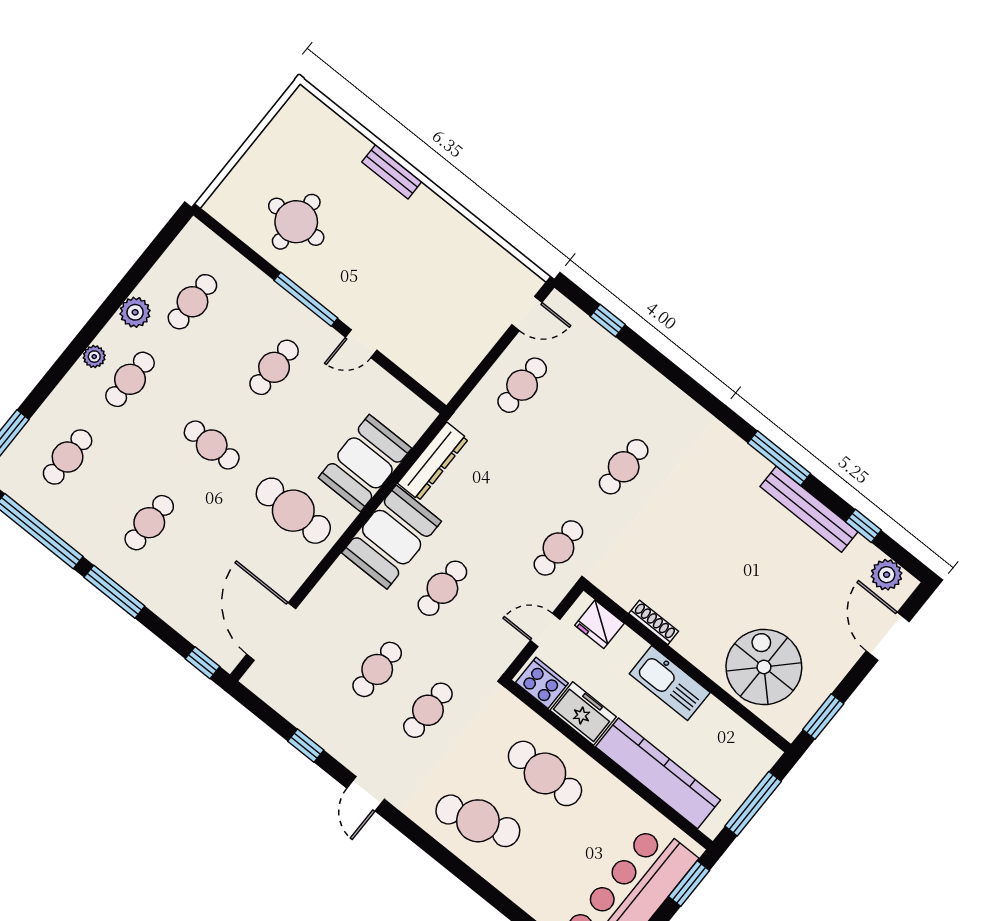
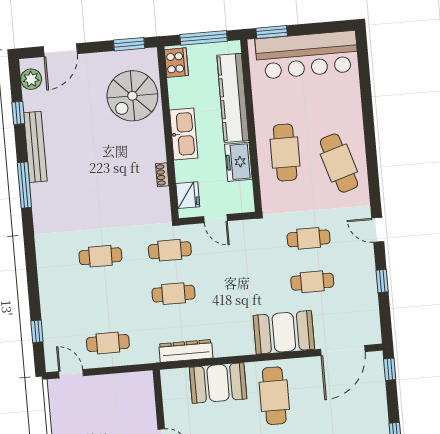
booth: (392, 537) -> (284, 332), moved
cafe table: (442, 588) -> (174, 294), moved
shoe rack: (654, 622) -> (162, 175), width x0.70
cooker: (542, 683) -> (176, 63), moved, turned 180
door: (366, 794) -> (378, 230), swing flipped

